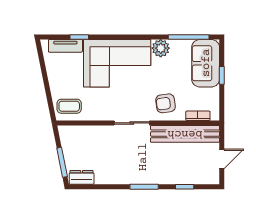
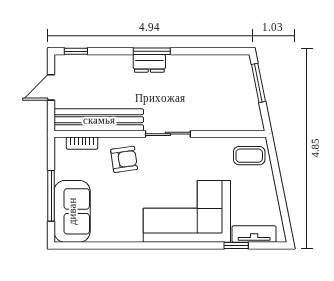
window: (189, 37) -> (94, 245), removed
plant: (161, 48) -> (130, 231), removed
window: (222, 75) -> (51, 196), width x2.17
dresser: (82, 177) -> (149, 63), moved
window: (185, 187) -> (76, 51), moved

